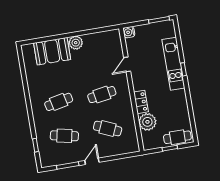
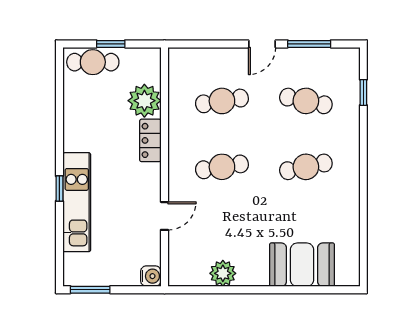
plant: (76, 43) -> (223, 273), moved
cafe table: (108, 128) -> (222, 101), turned -33

